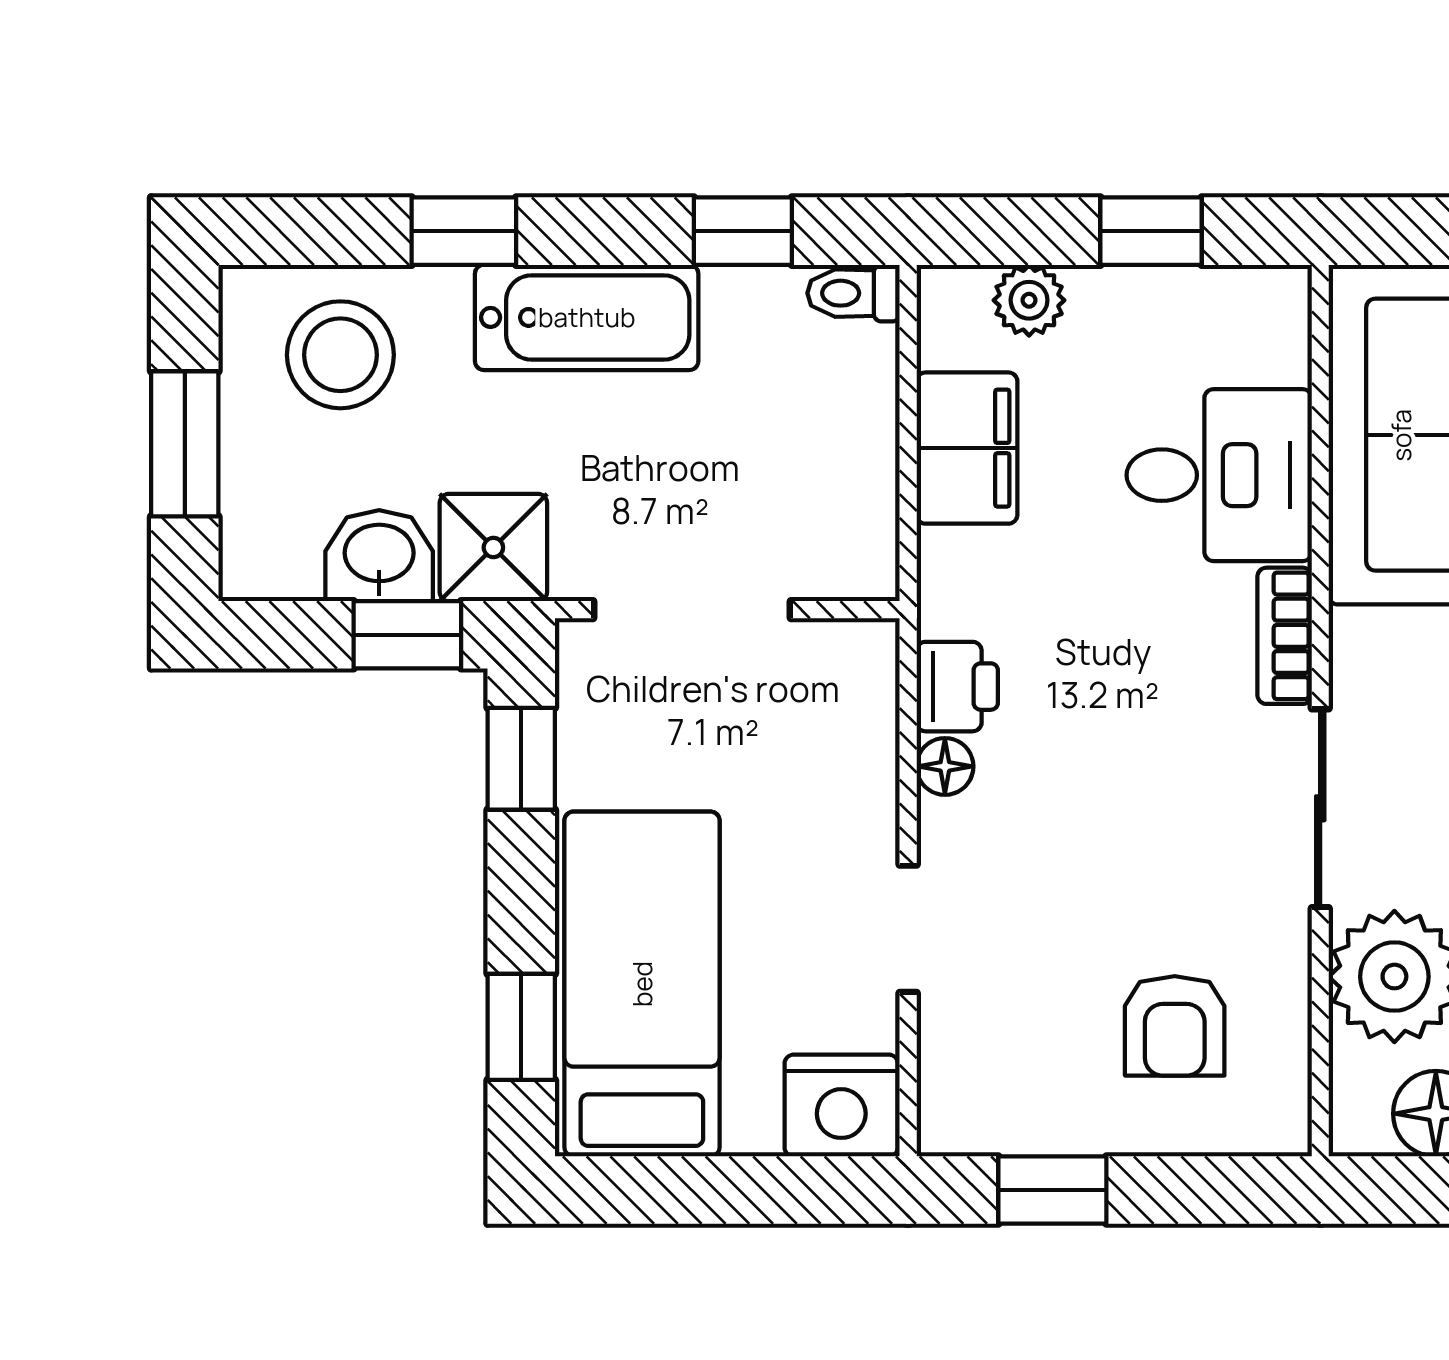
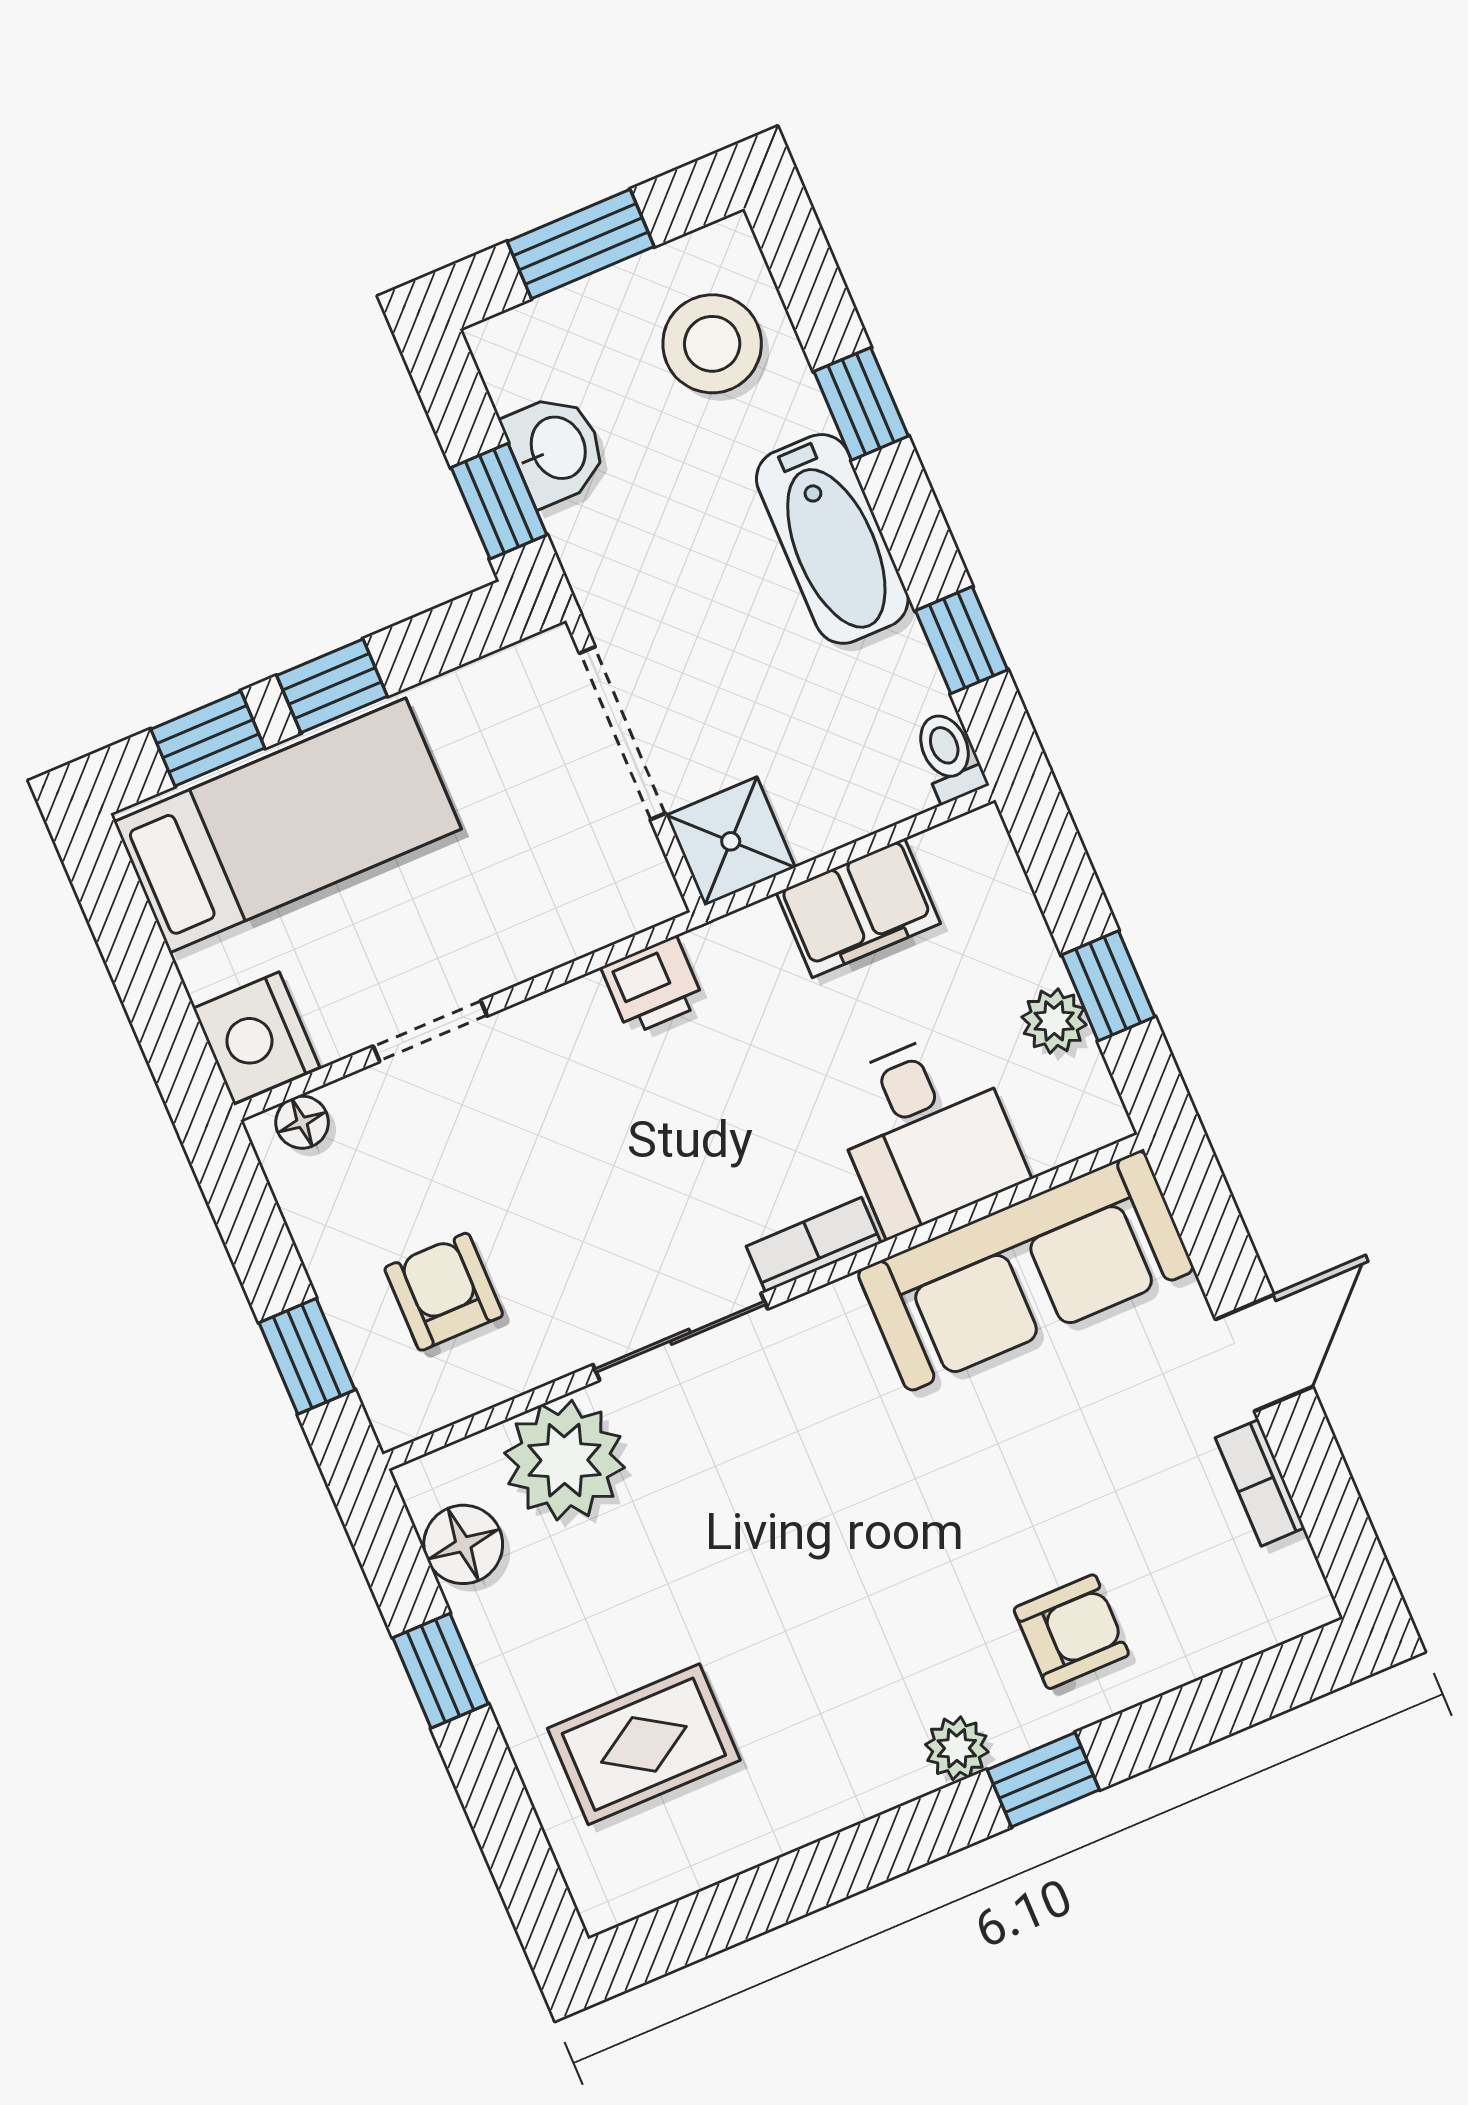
plant: (1029, 300) -> (1054, 1021), moved
shower: (493, 548) -> (731, 841), moved
window: (521, 759) -> (332, 686), moved
floor lamp: (945, 766) -> (302, 1122), moved
armchair: (1175, 1026) -> (444, 1292), turned 90
window: (1052, 1190) -> (307, 1356), moved

